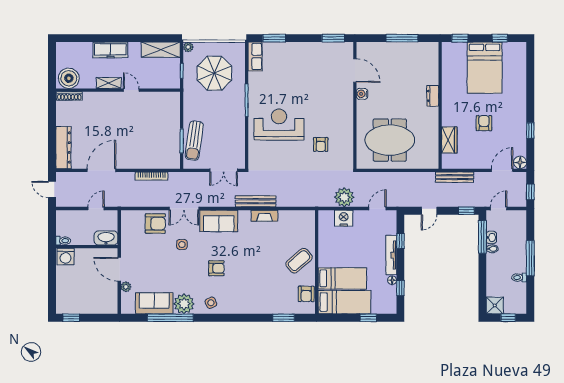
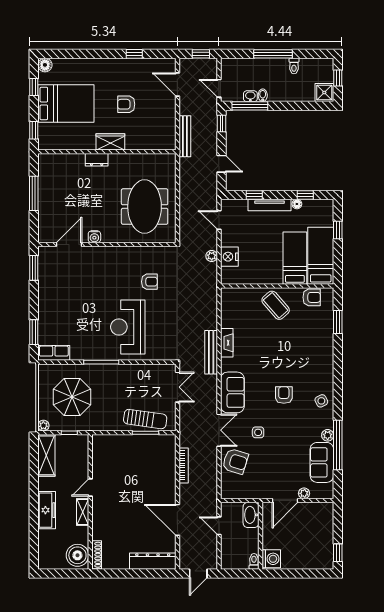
wardrobe: (449, 140) -> (110, 142), moved
floor lamp: (520, 162) -> (45, 65), moved
plant: (344, 197) -> (212, 256), width x0.53, depth x0.53
armchair: (155, 224) -> (235, 461), turned 107
plant: (184, 304) -> (328, 435), width x0.53, depth x0.53

